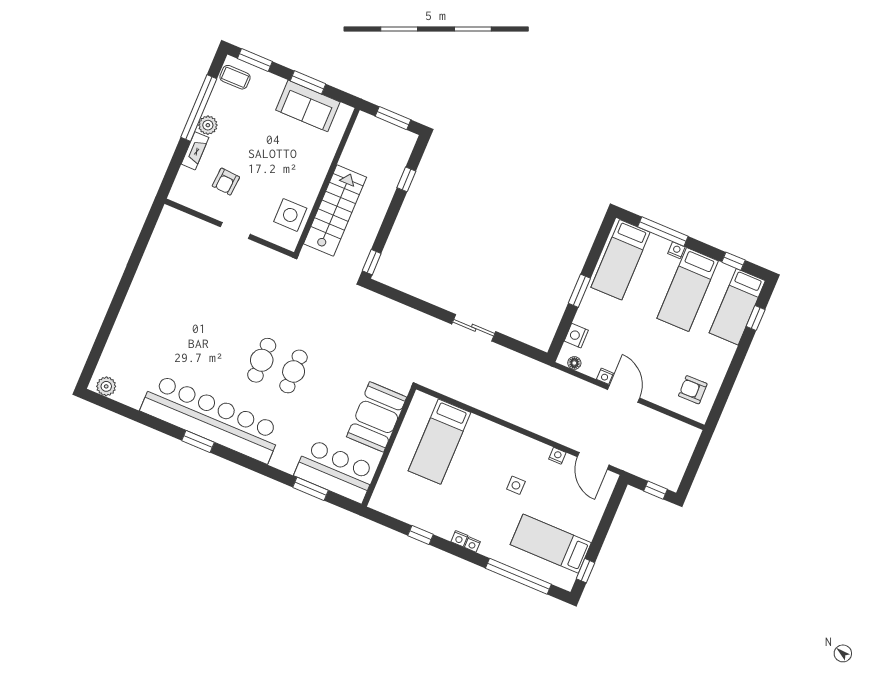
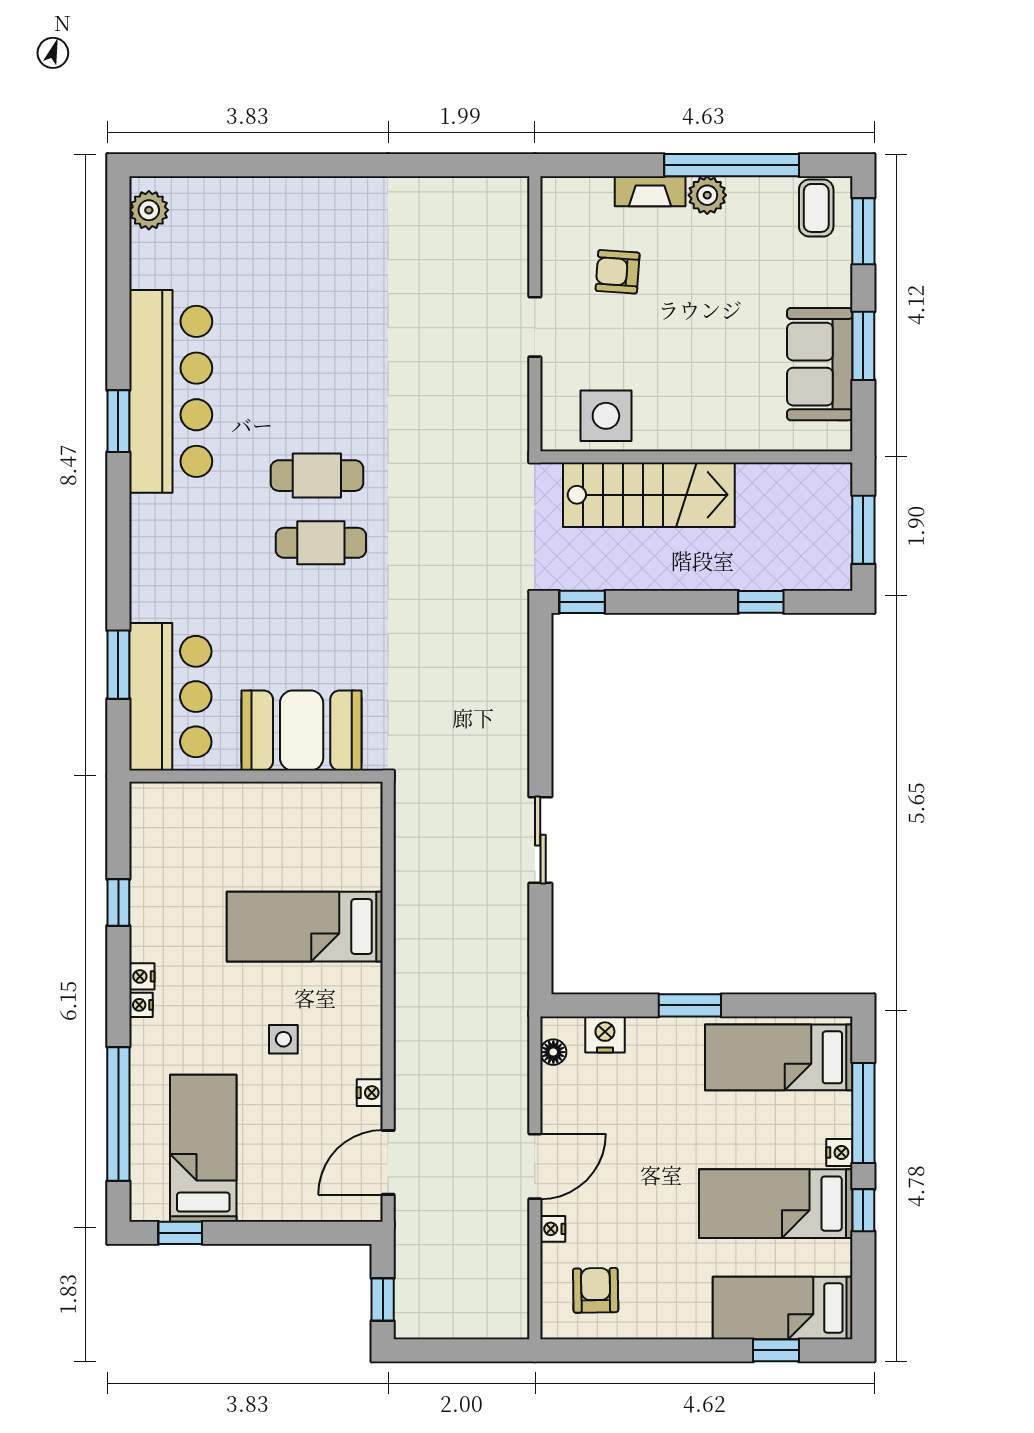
window: (733, 261) -> (863, 1210), moved
nightstand: (605, 376) -> (553, 1229), moved
bar counter: (211, 419) -> (171, 391), width x0.73
bed: (440, 442) -> (305, 927), moved

